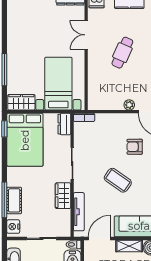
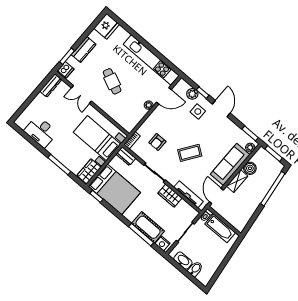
desk: (20, 27) -> (41, 132), added
armchair: (135, 147) -> (157, 142), moved
cot: (14, 200) -> (148, 227), width x1.37, depth x1.34

